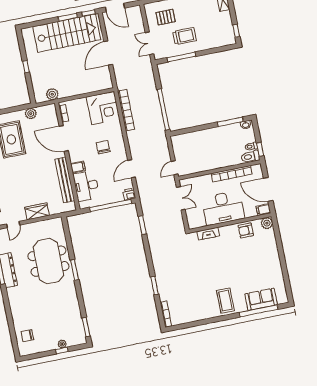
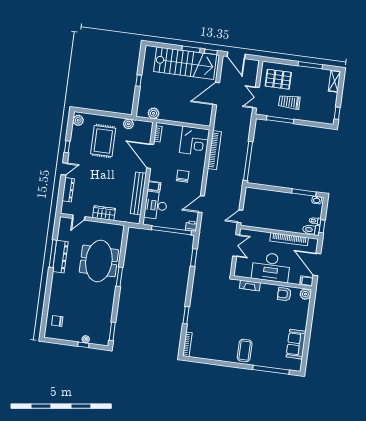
pallet: (166, 17) -> (278, 79), width x1.50, depth x1.42
trolley: (185, 36) -> (289, 102), turned 180
sofa: (261, 299) -> (296, 344), moved, turned -90

